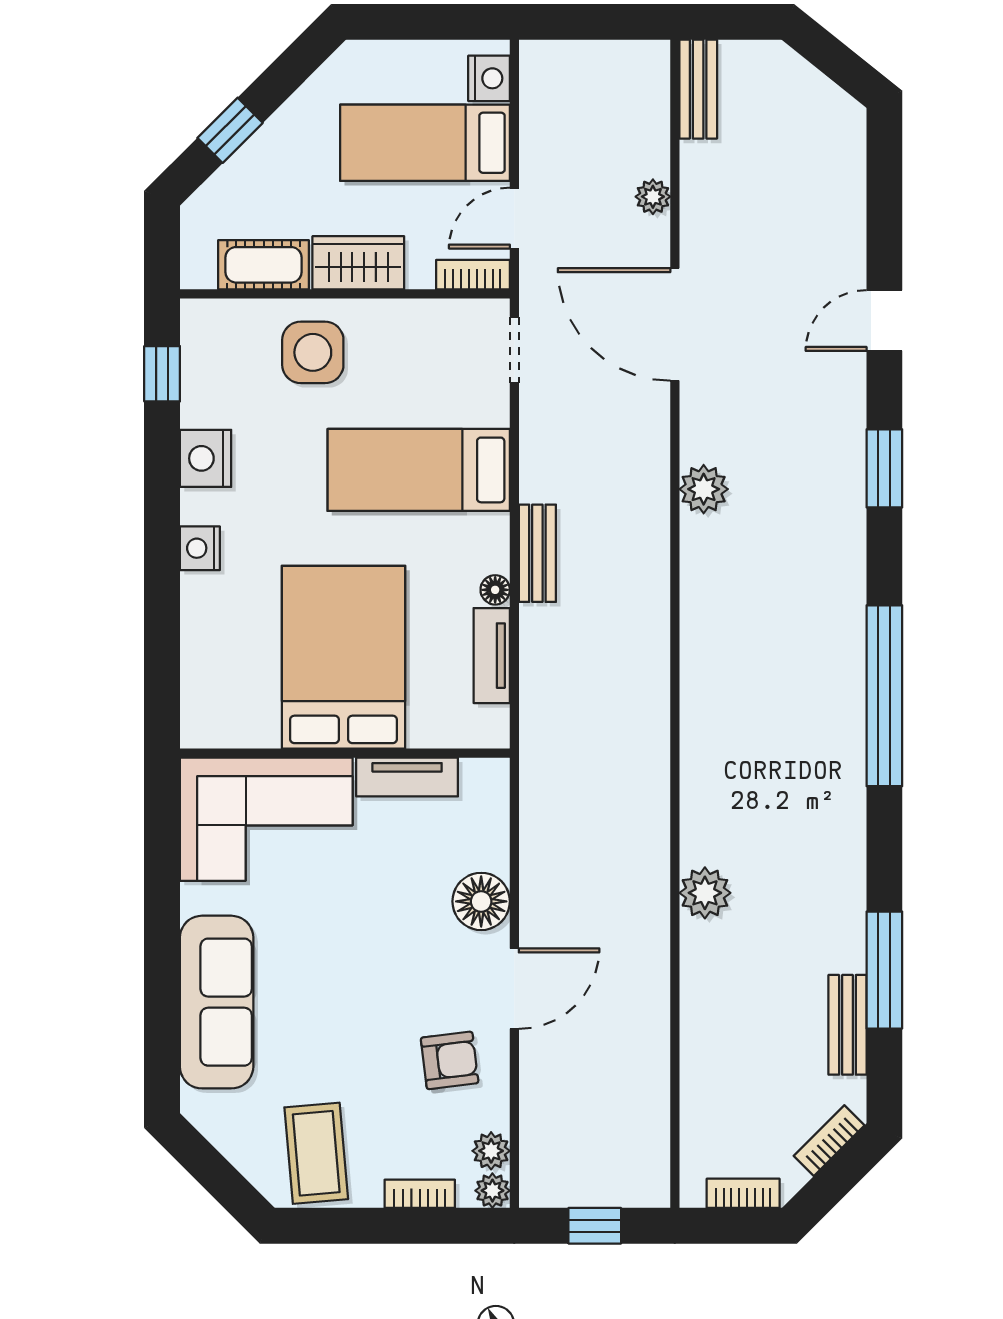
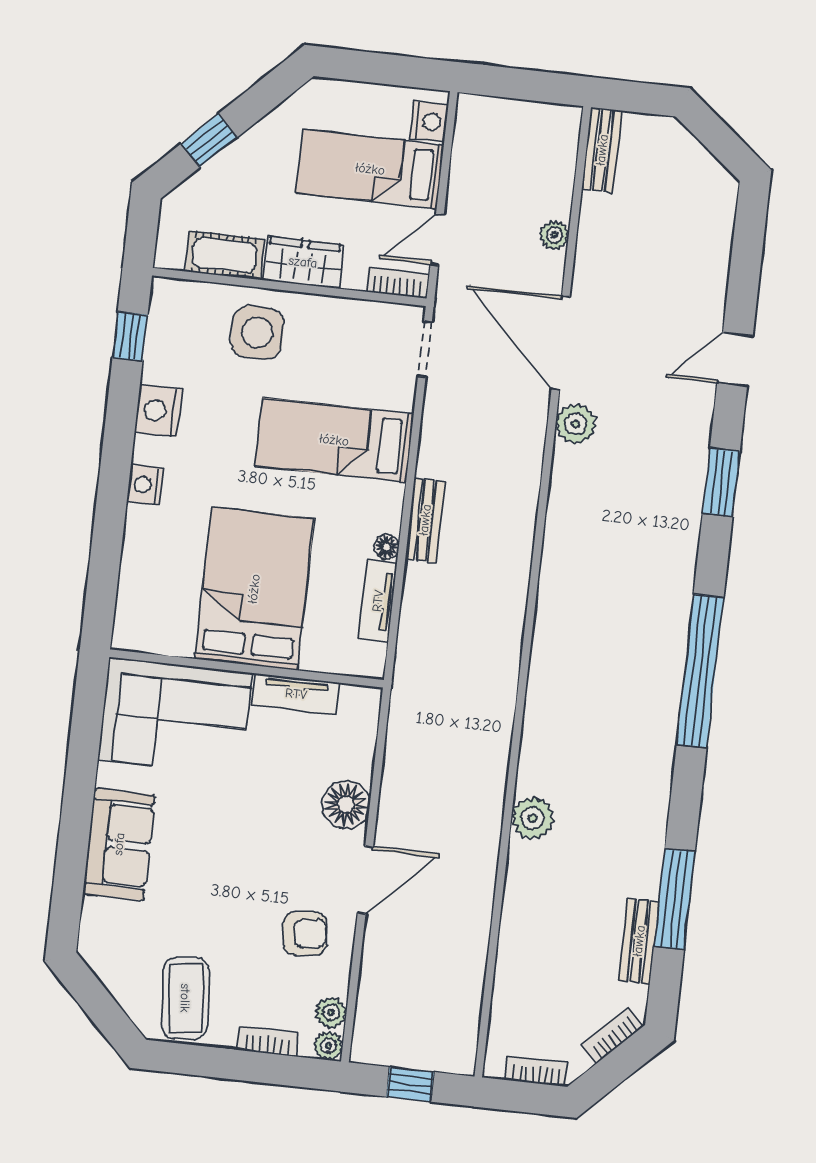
plant: (704, 489) -> (576, 424), moved
sofa: (217, 1002) -> (119, 844), width x0.73

